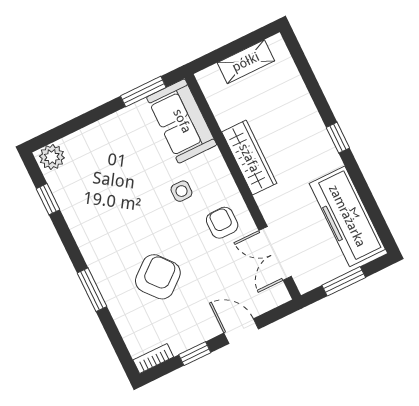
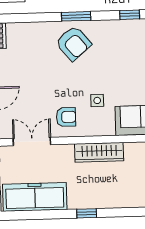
armchair: (158, 277) -> (73, 43), moved
window: (92, 290) -> (76, 16), moved

